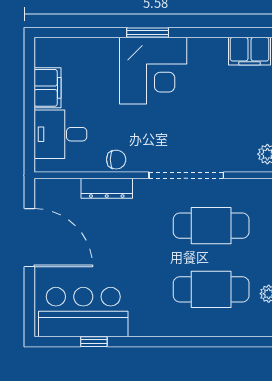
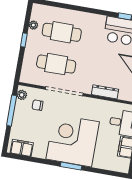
corner desk: (153, 71) -> (73, 140), width x1.36, depth x1.36
chair: (116, 160) -> (37, 105), moved

